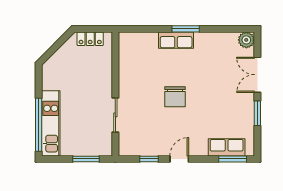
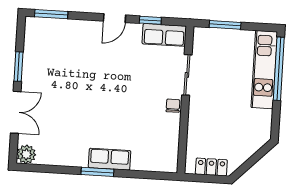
chair: (175, 97) -> (173, 106), moved, width x0.54, depth x0.54
row of seats: (227, 147) -> (164, 35), moved

